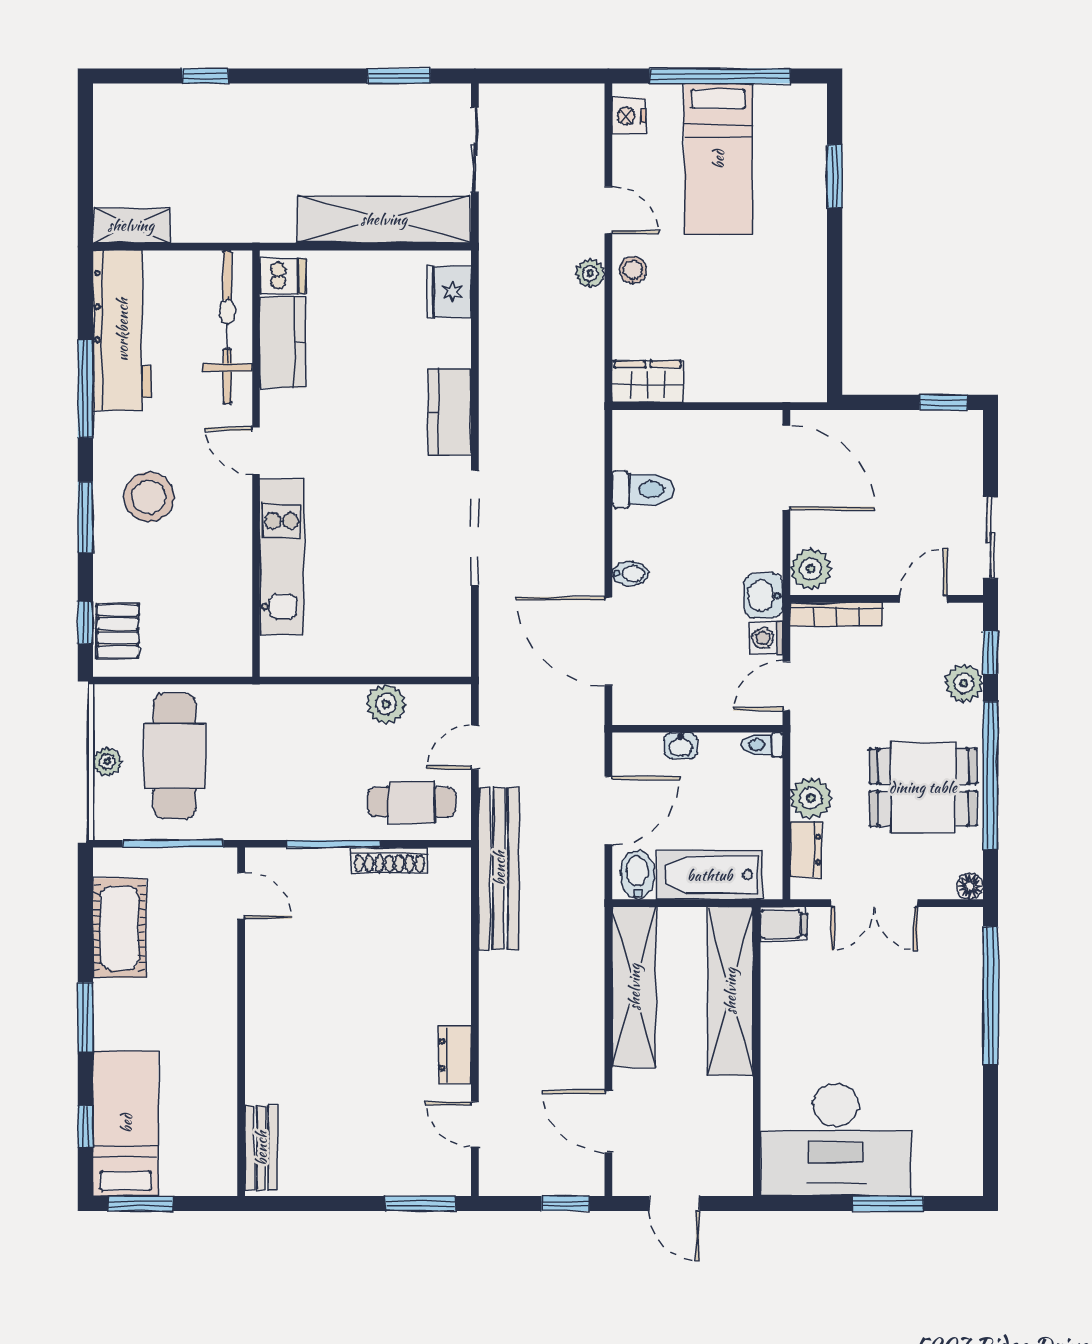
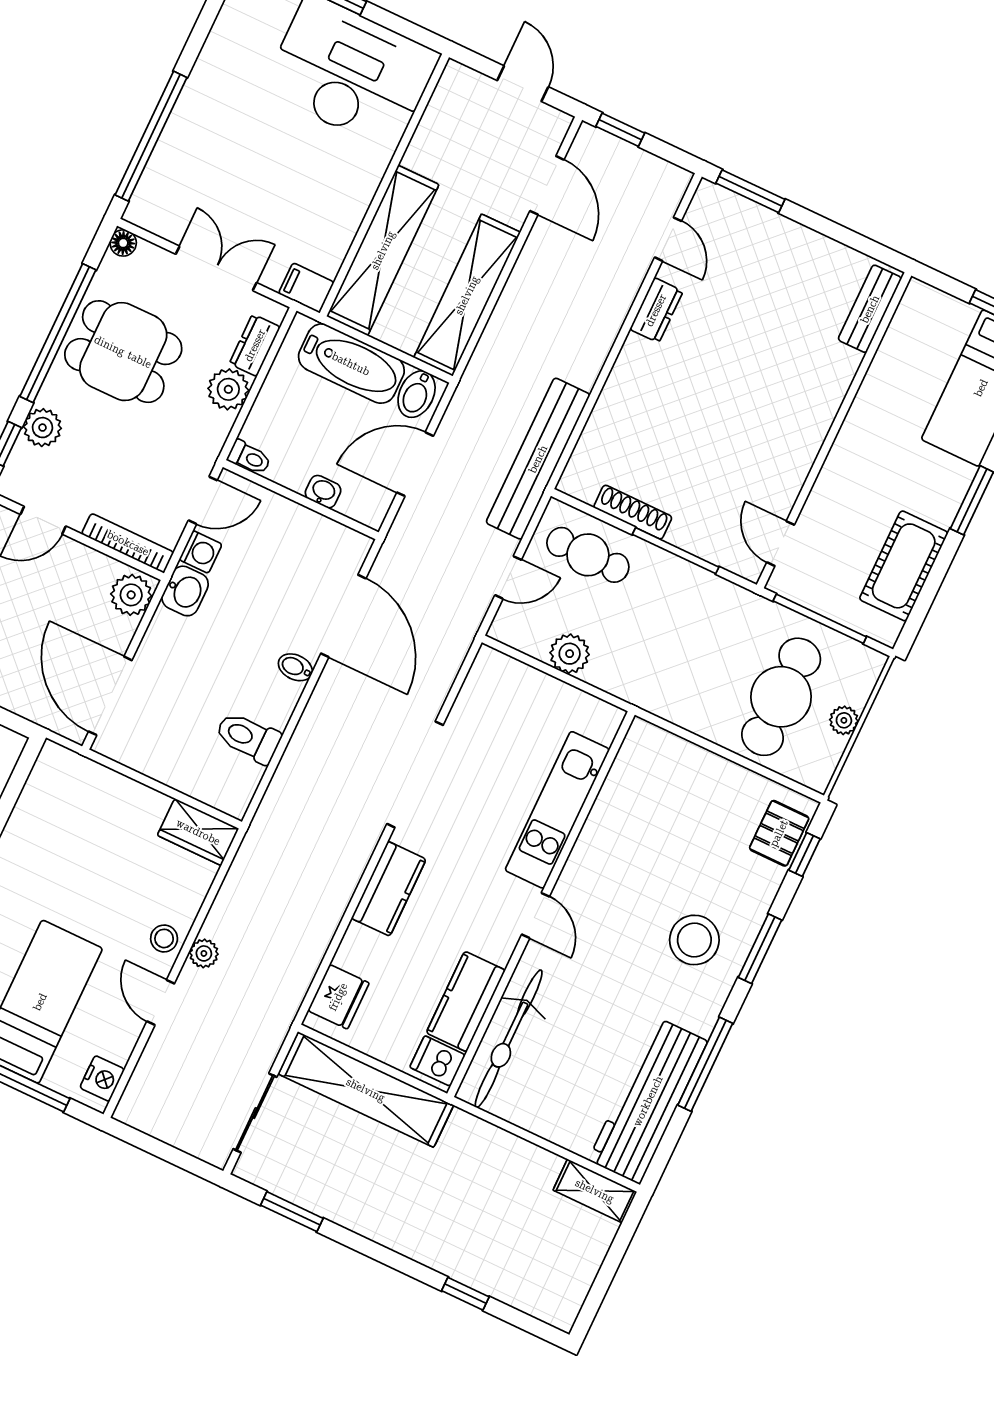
dishwasher: (283, 276) -> (438, 1061), moved
bicycle: (227, 327) -> (509, 1039), moved
kitchen counter: (283, 342) -> (466, 1002), moved
door: (256, 451) -> (536, 916), moved
wall: (256, 464) -> (541, 904), moved
kitchen unit: (282, 557) -> (557, 810), moved

